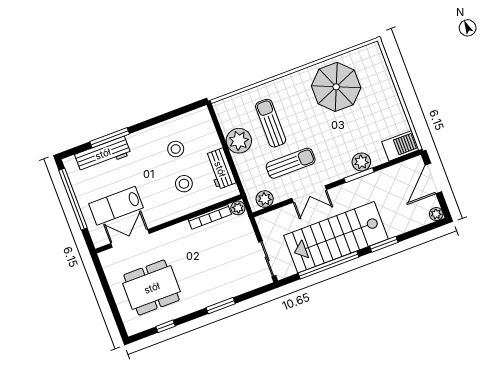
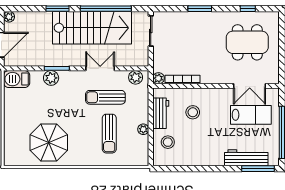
window: (110, 138) -> (258, 169), moved
plant: (239, 141) -> (143, 129), width x0.53, depth x0.53
stool: (176, 149) -> (168, 142), moved

